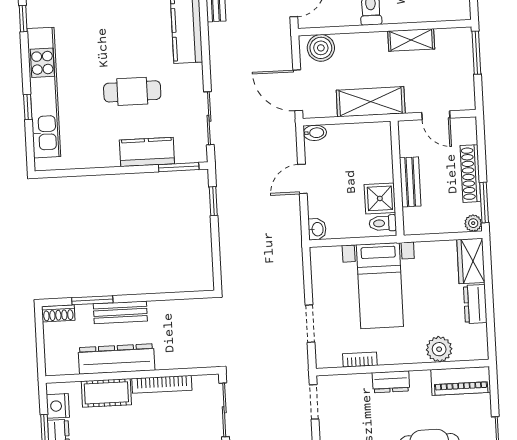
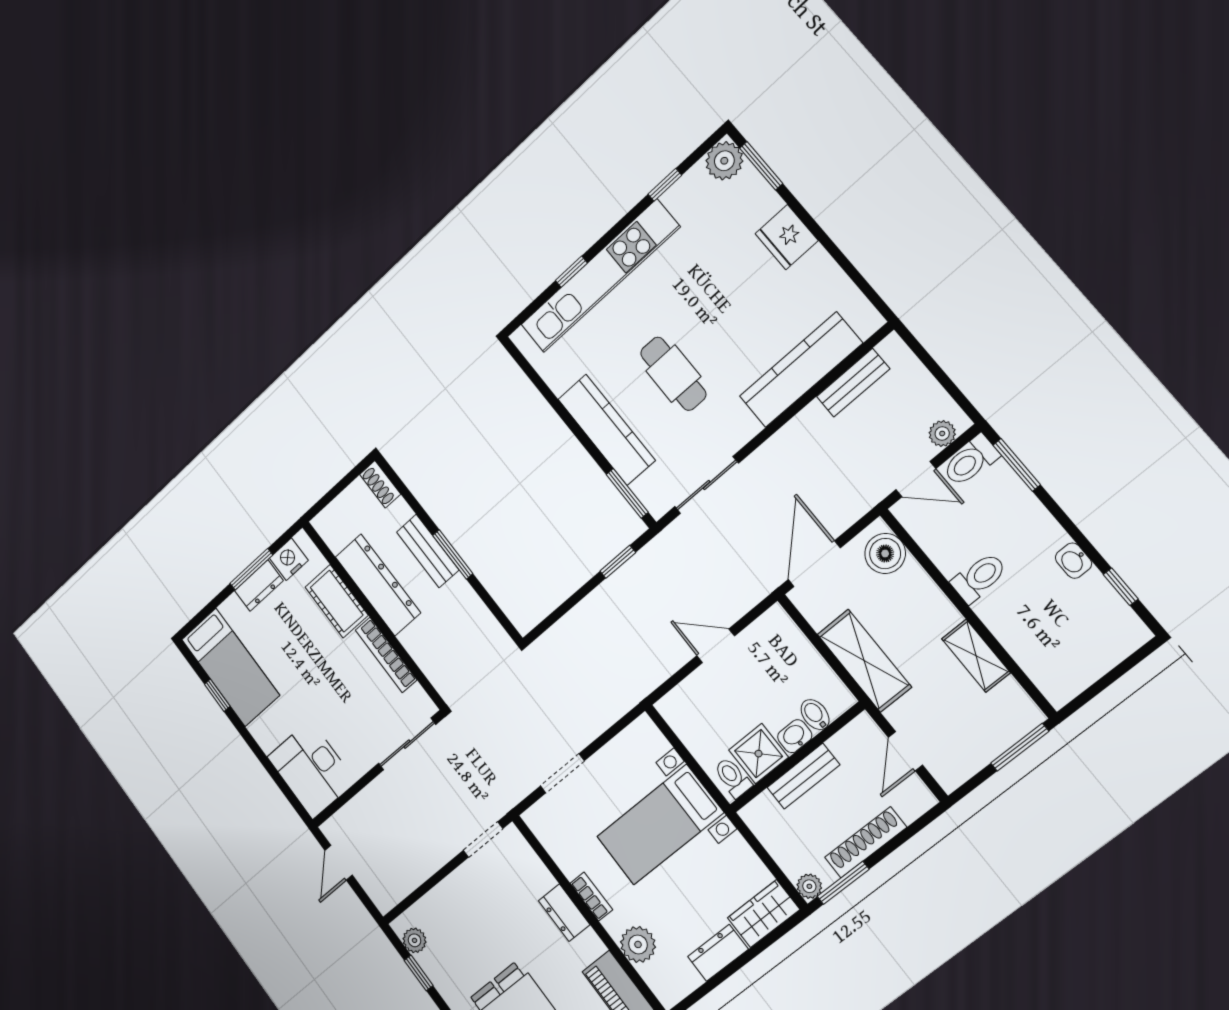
bidet: (315, 133) -> (815, 715), moved, turned 180
kitchen counter: (147, 152) -> (607, 430), width x1.50
washbasin: (317, 229) -> (795, 736), moved, turned 180
window: (92, 300) -> (453, 554), moved
bookcase: (360, 360) -> (591, 896), moved

